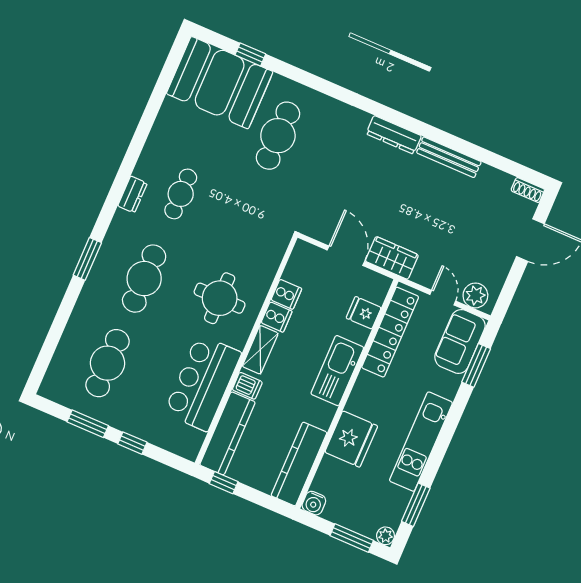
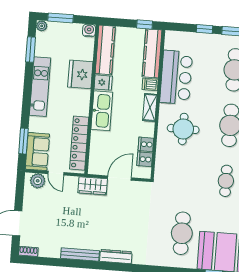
door: (346, 256) -> (119, 178), swing flipped
fridge: (364, 313) -> (103, 82), moved
cooker: (277, 317) -> (145, 159), moved

